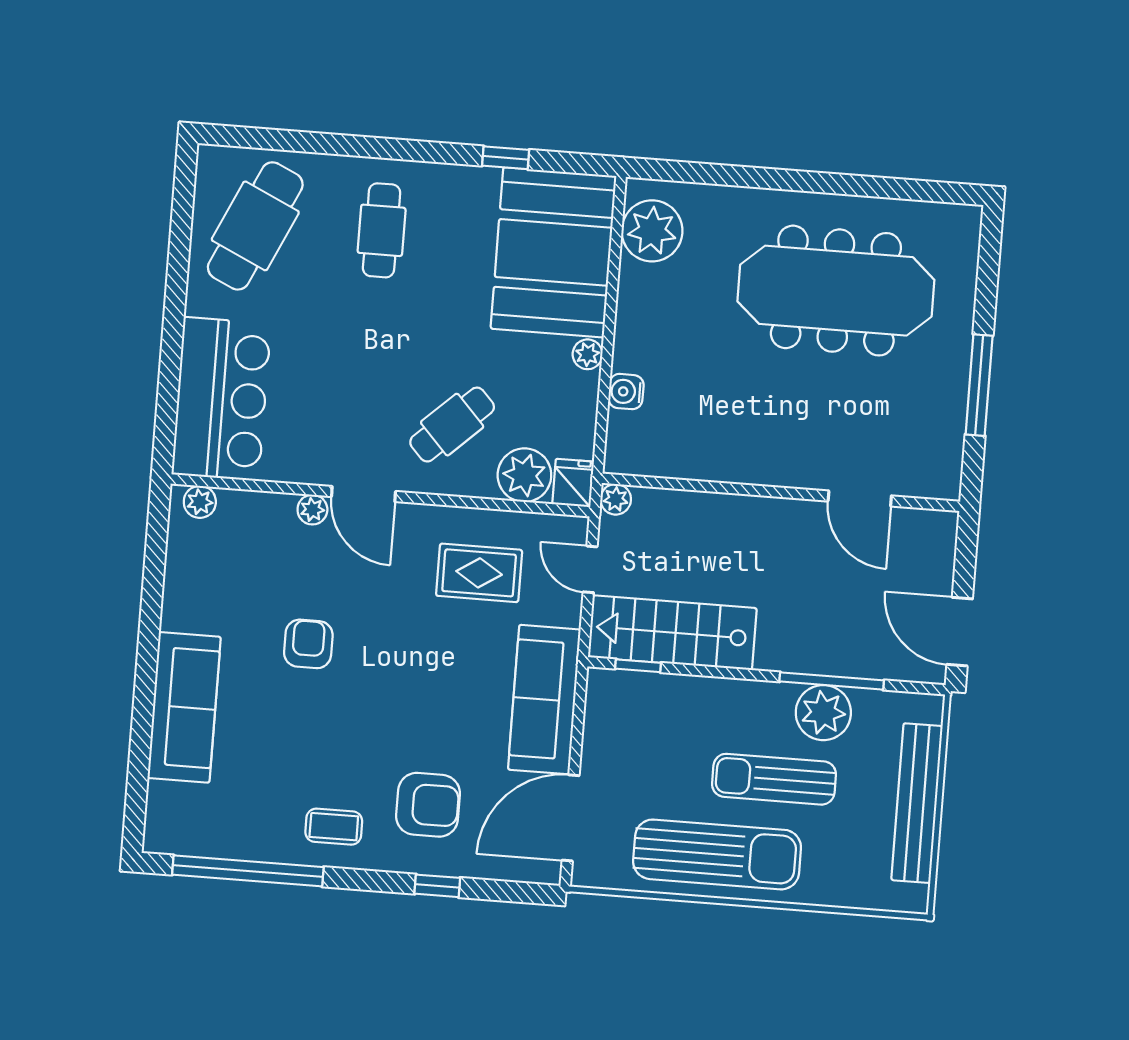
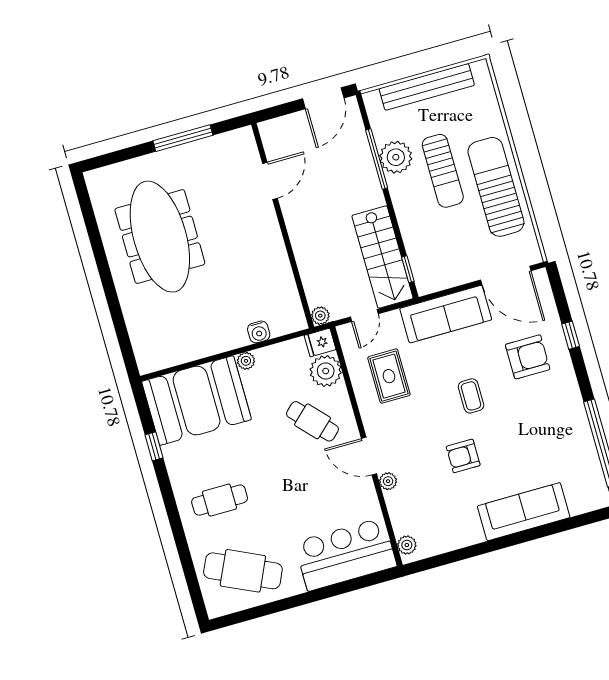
plant: (652, 231) -> (165, 350), removed
door: (363, 494) -> (369, 456), swing flipped
armchair: (428, 805) -> (528, 357), turned 90
coffee table: (334, 827) -> (471, 396), moved

